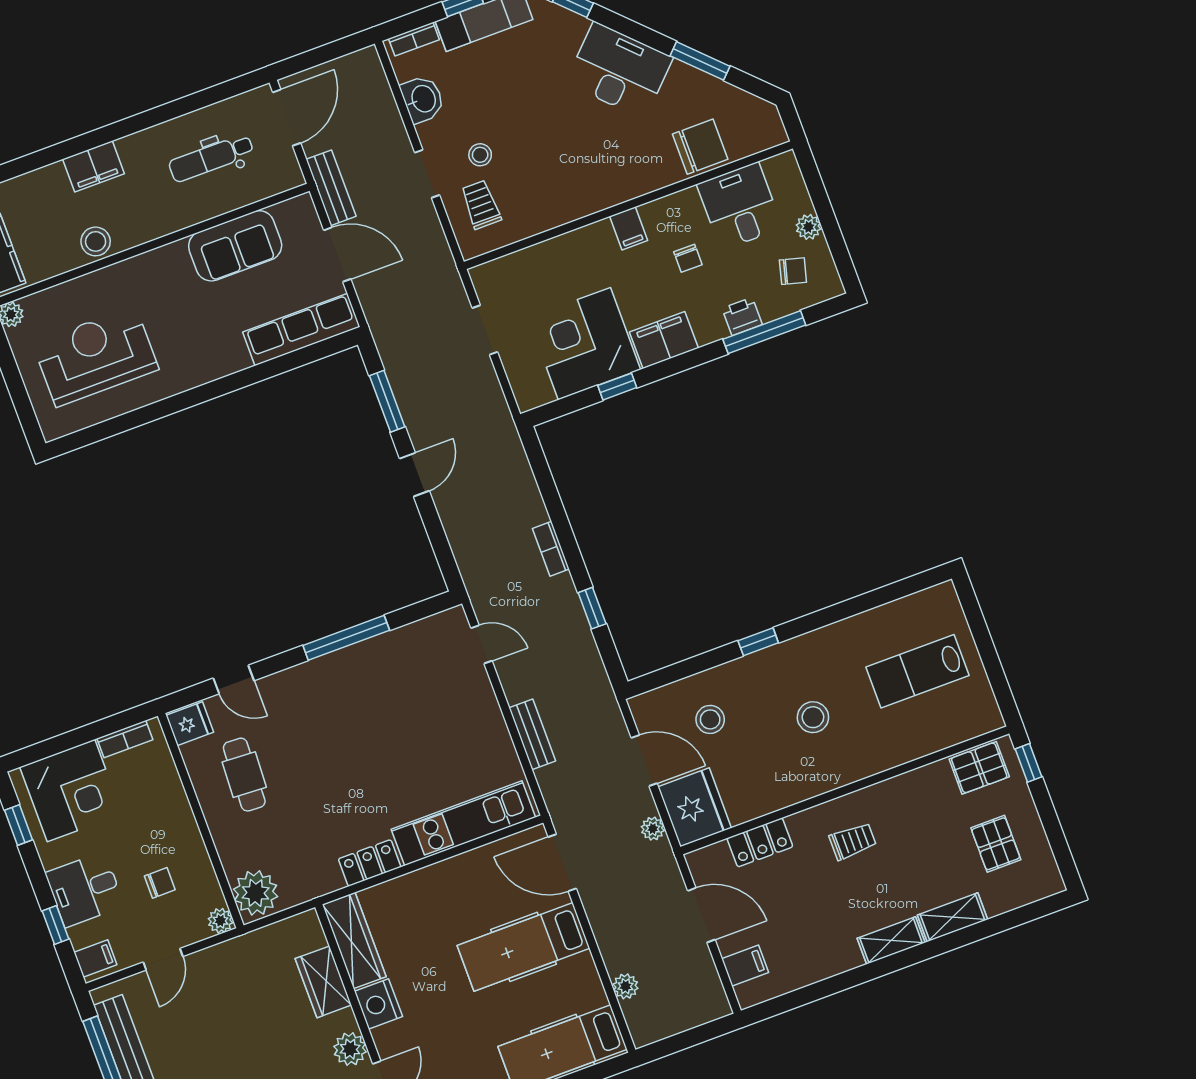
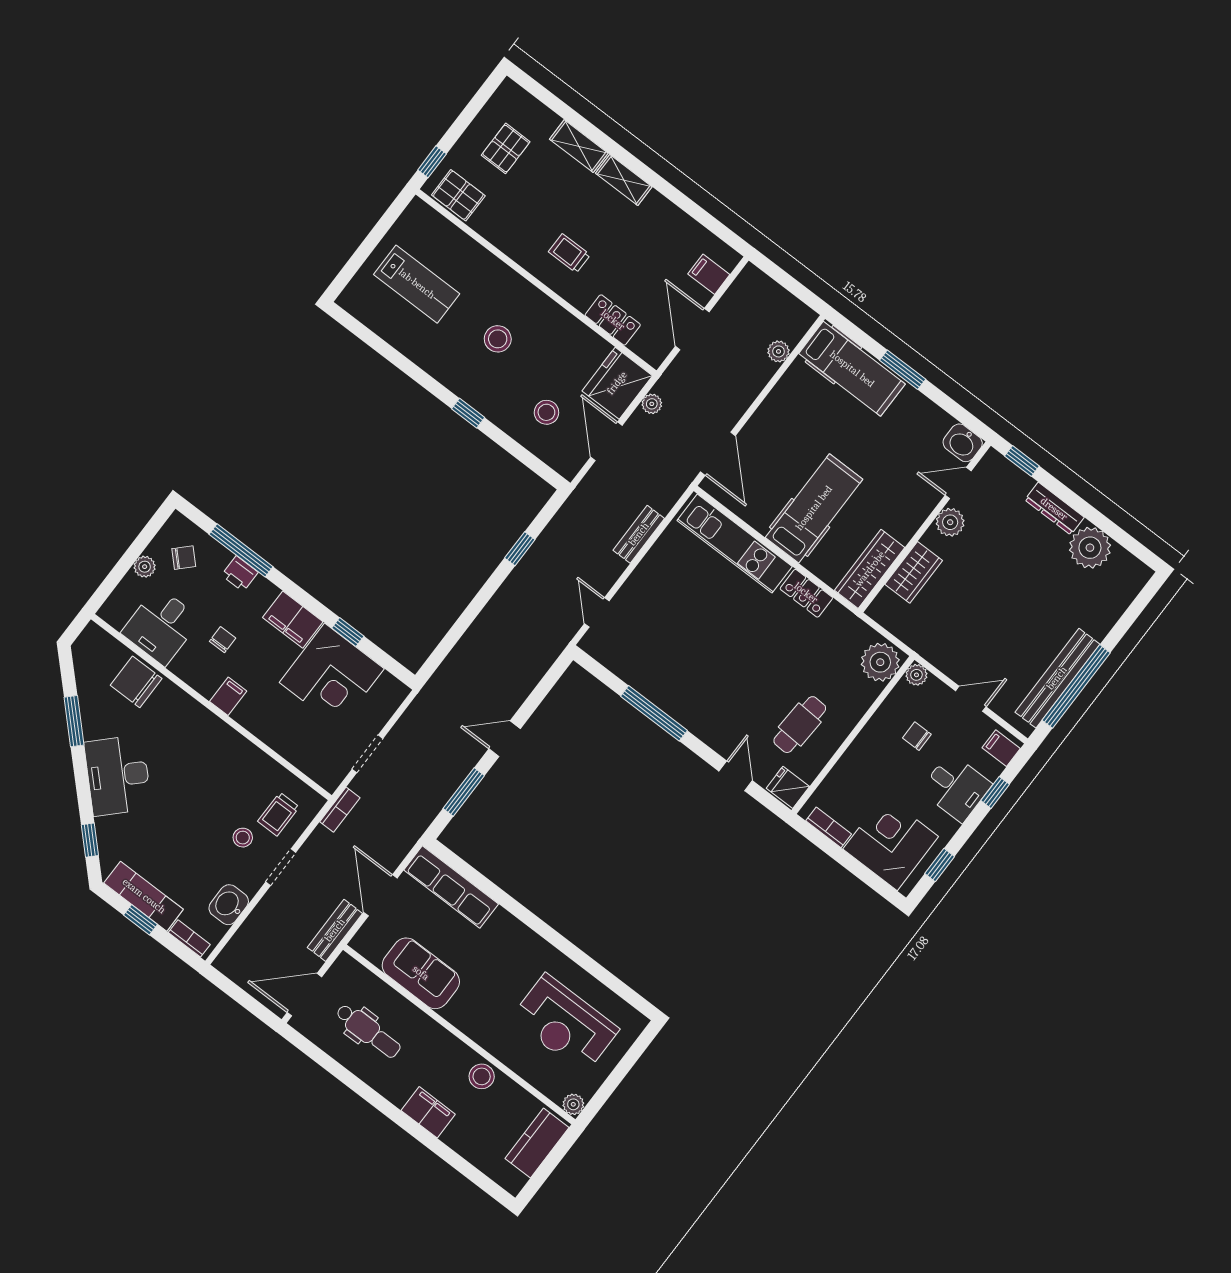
chair: (793, 271) -> (184, 558), turned 120
bookcase: (551, 549) -> (340, 810), moved
hospital bed: (524, 947) -> (814, 508), moved, turned -90
nightstand: (378, 1004) -> (904, 522), removed

